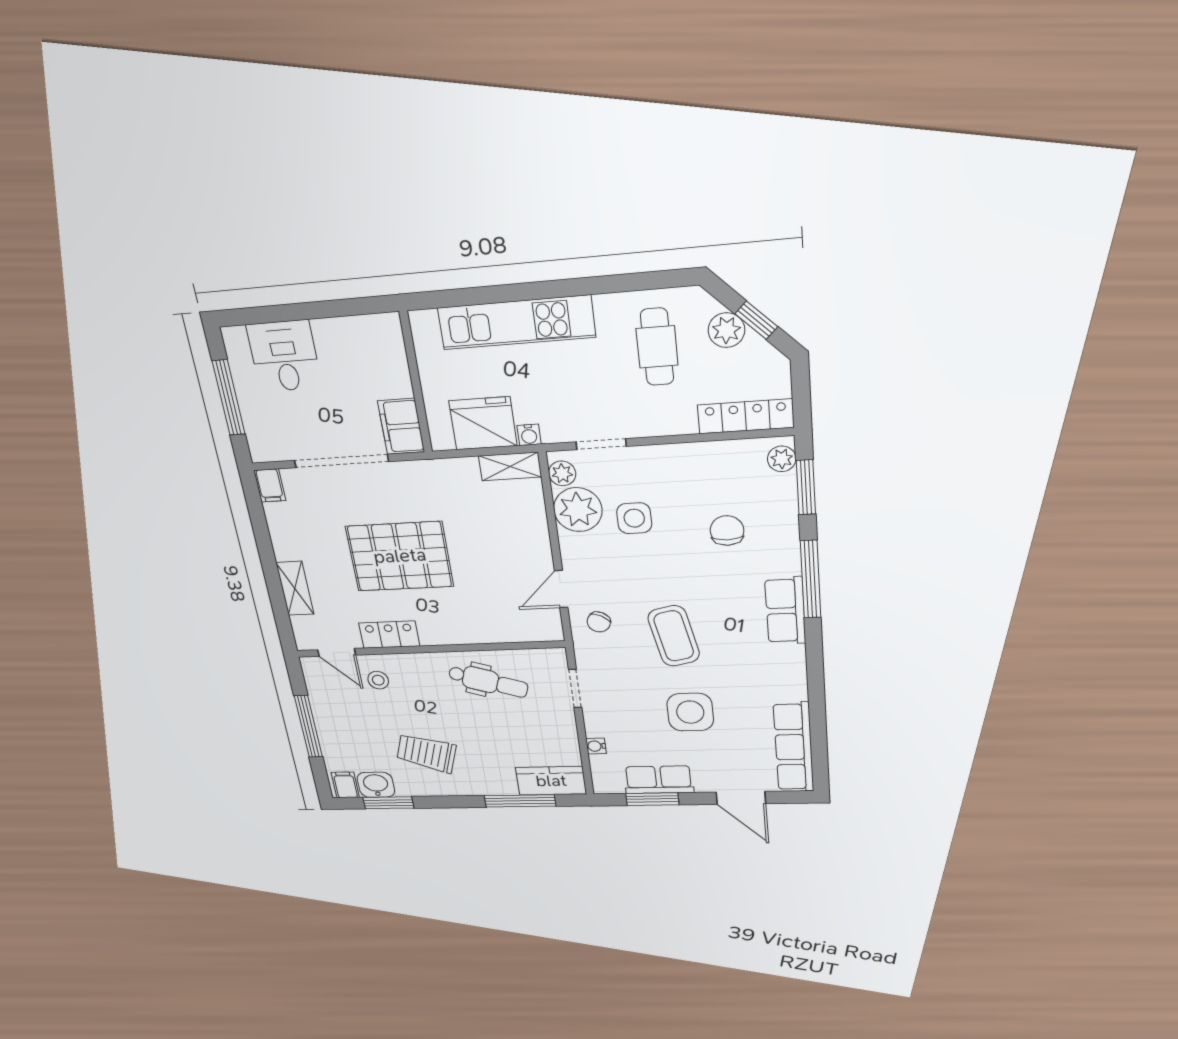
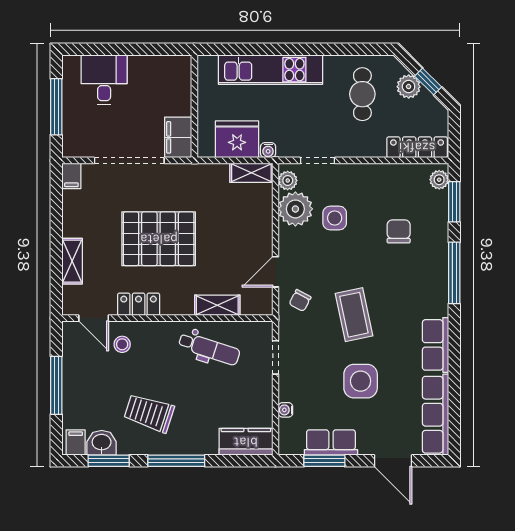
row of seats: (785, 611) -> (435, 345), moved
shelving: (490, 632) -> (217, 305), added
window: (520, 801) -> (176, 461), moved

